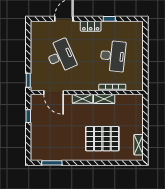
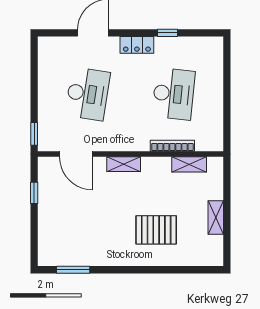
desk: (61, 56) -> (88, 94), turned 33
shelving: (104, 99) -> (189, 164), moved
pallet: (102, 139) -> (156, 230), width x0.73, depth x0.71
shelving: (139, 145) -> (216, 217), moved

